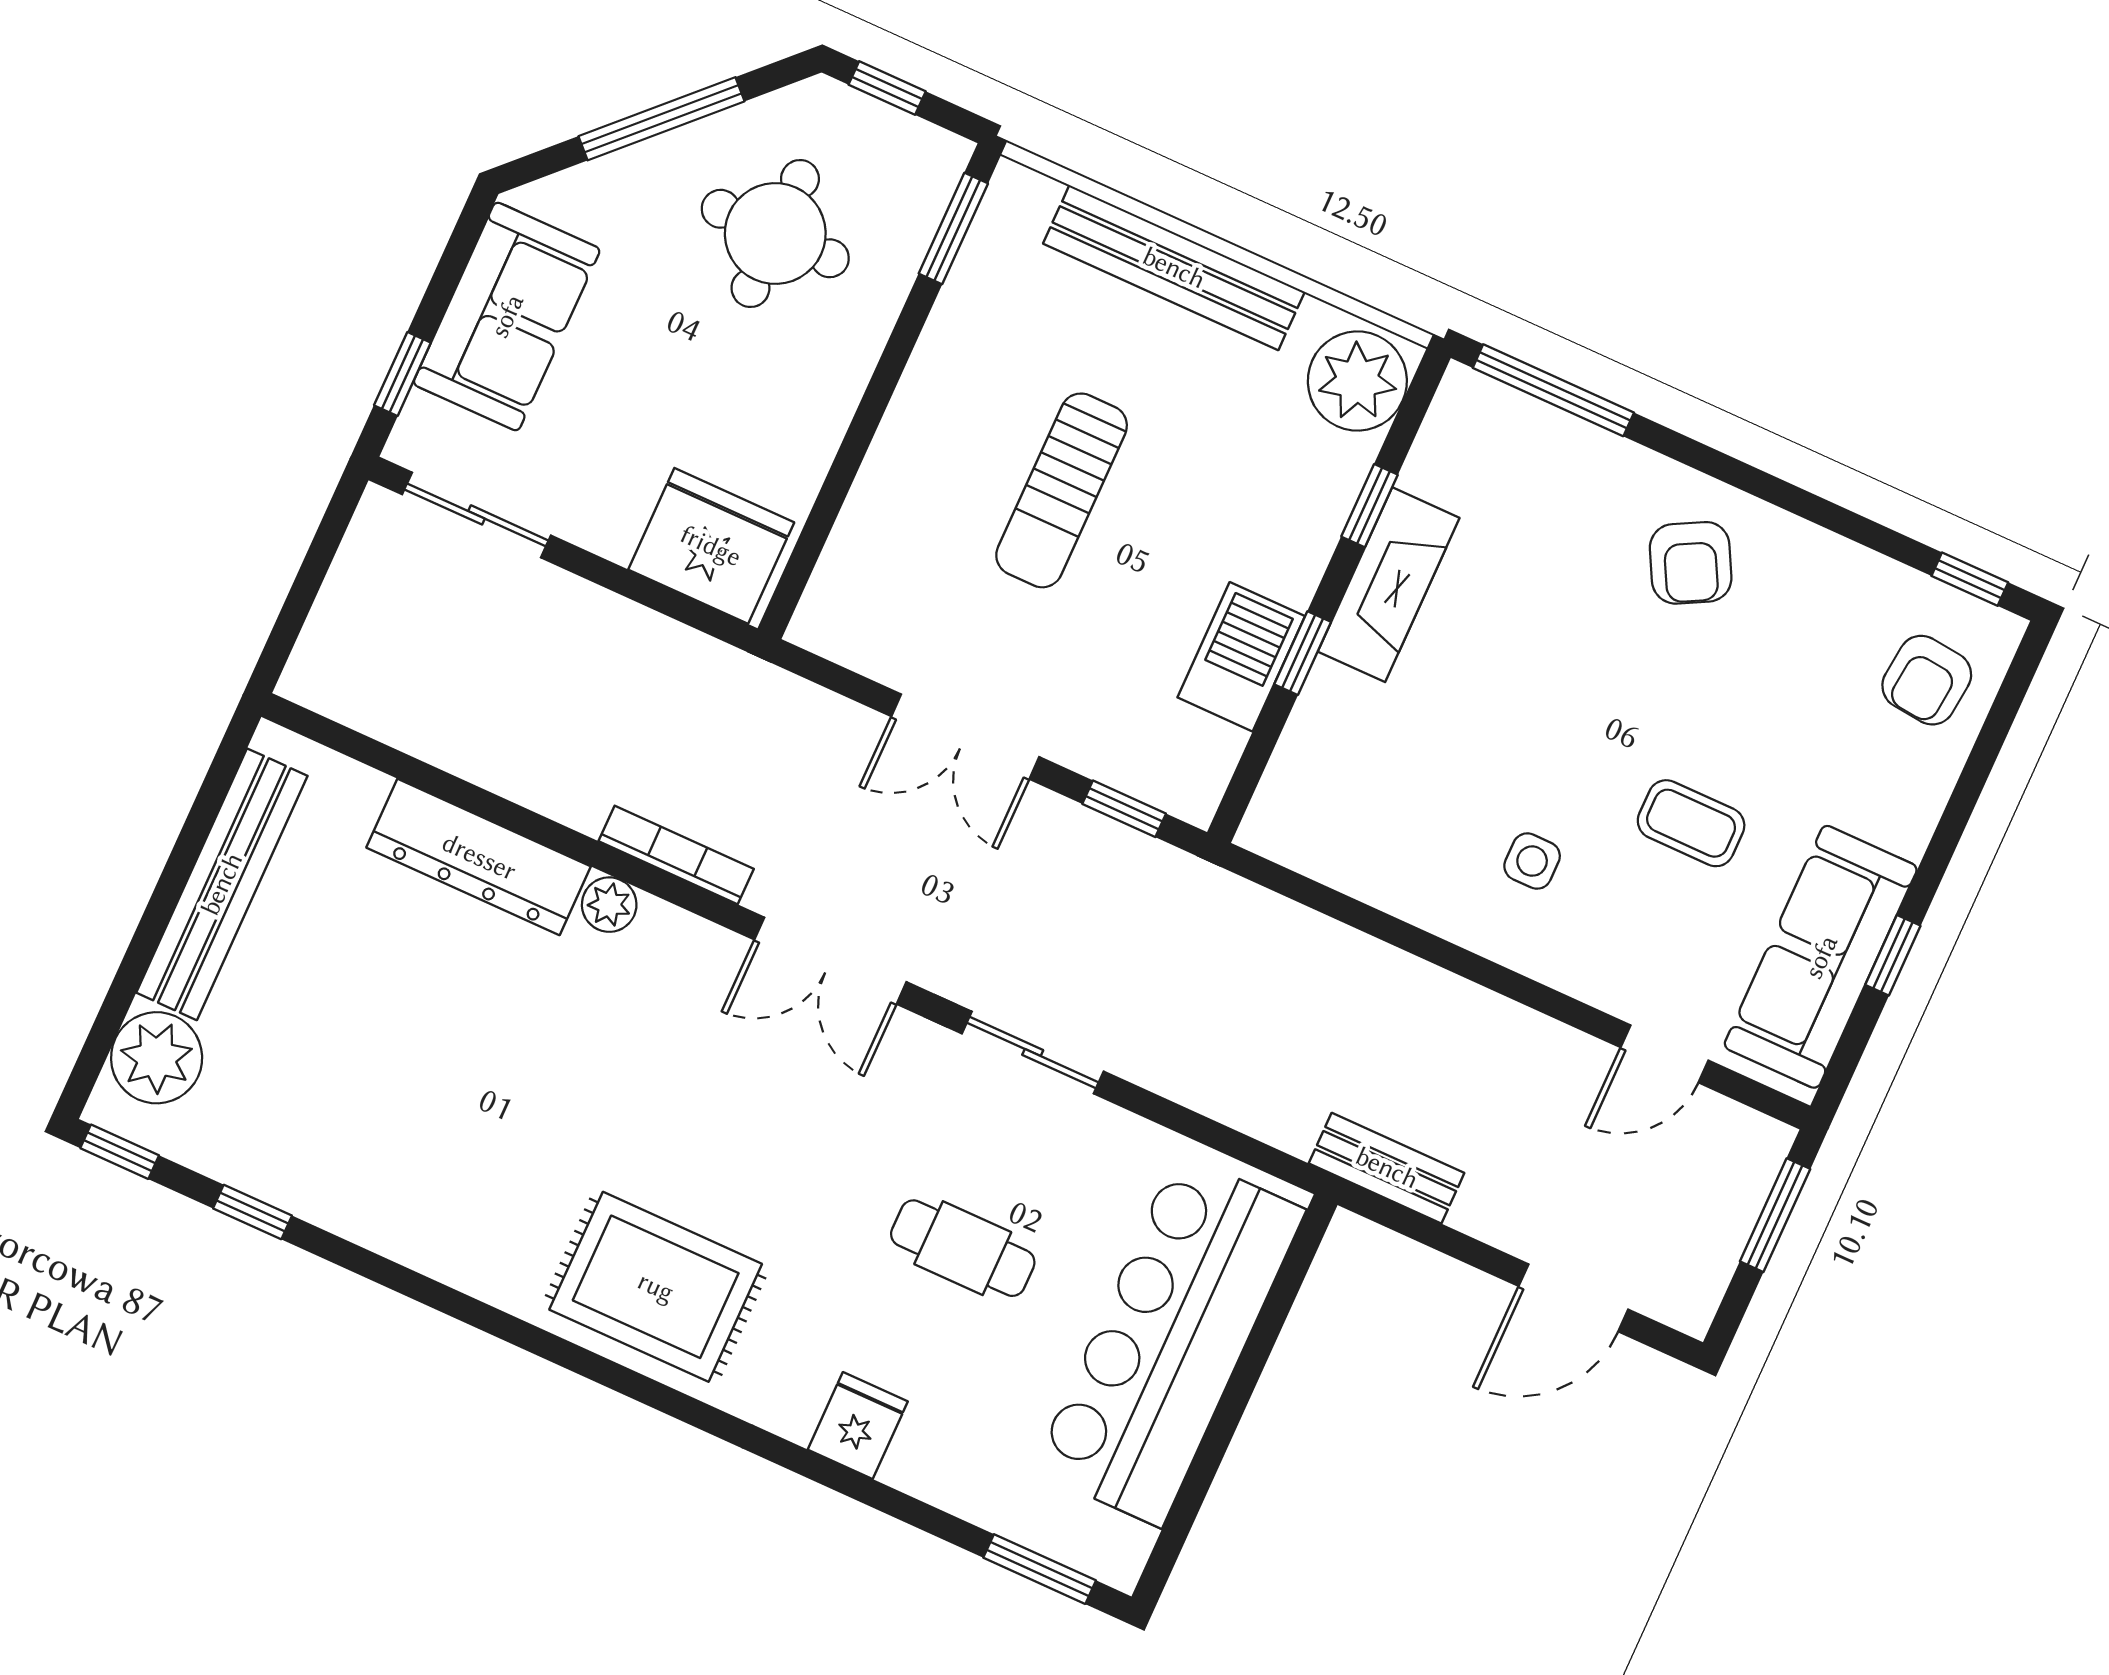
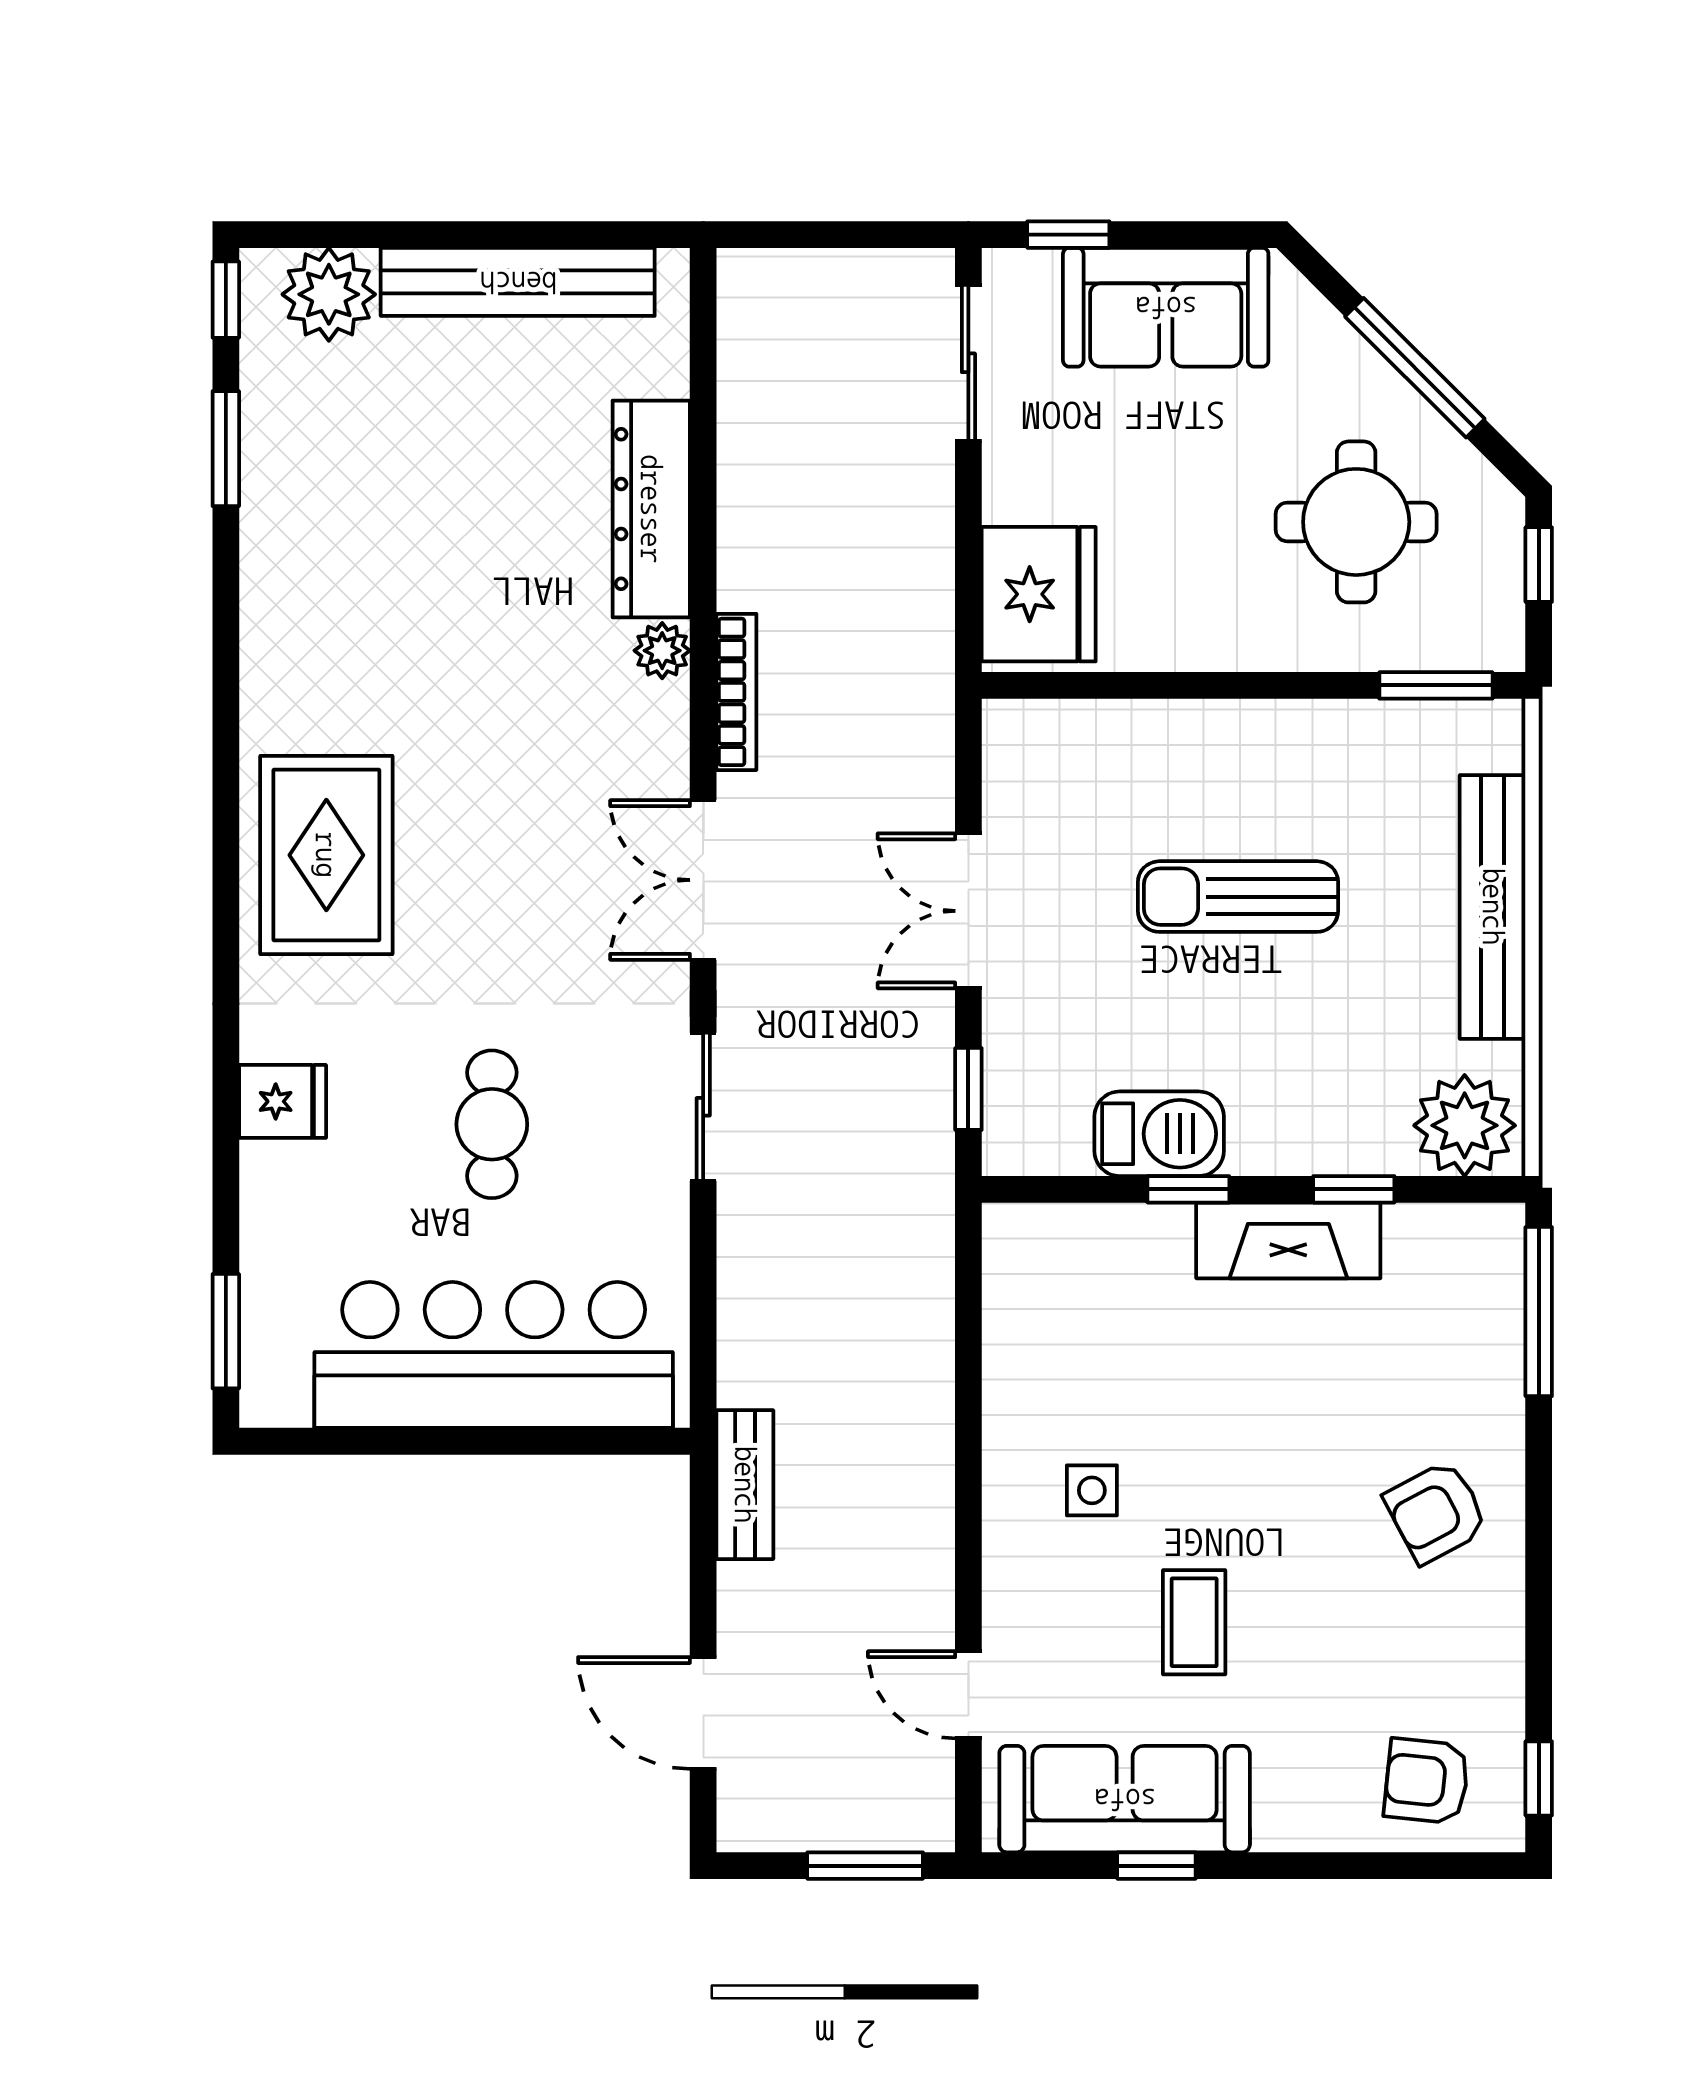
window: (253, 1212) -> (226, 449), width x1.50

